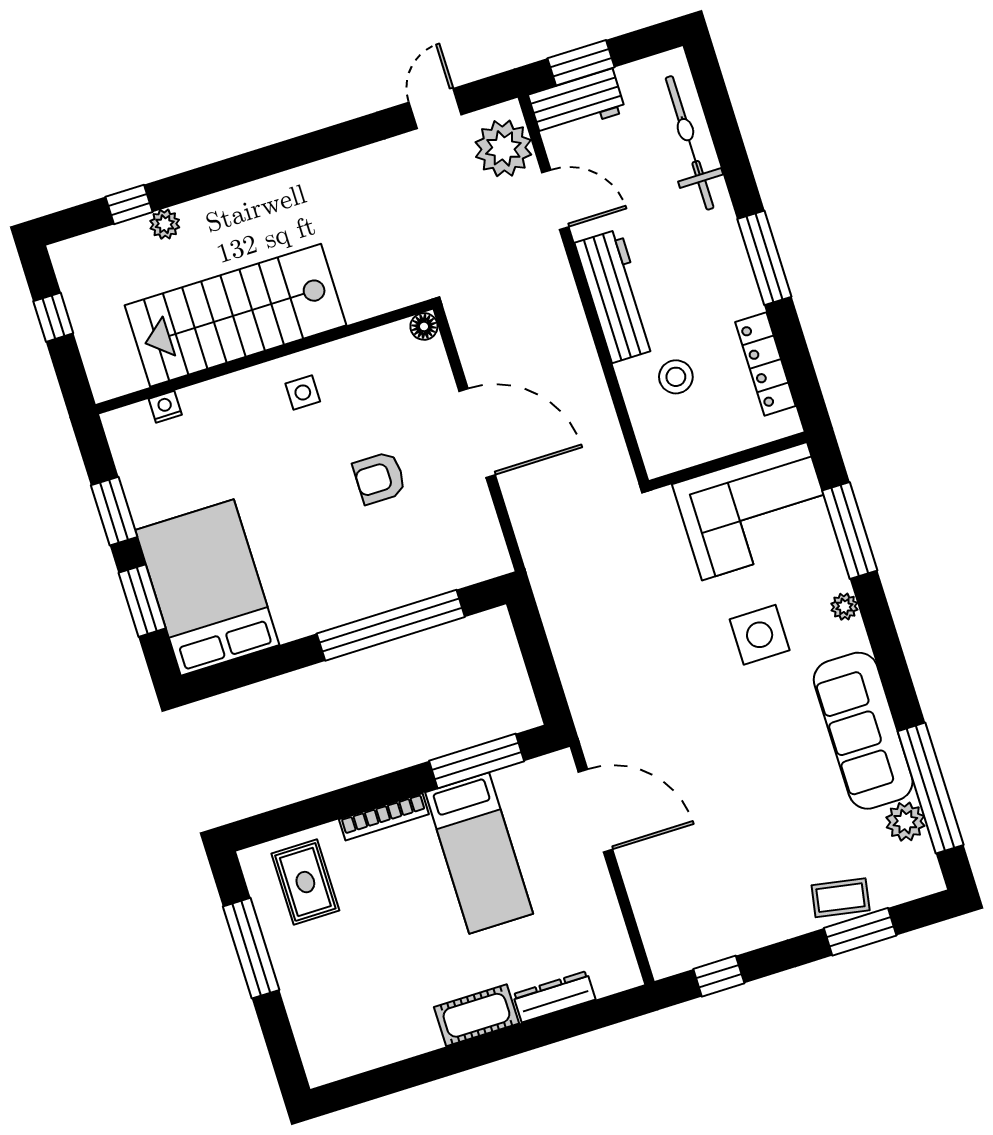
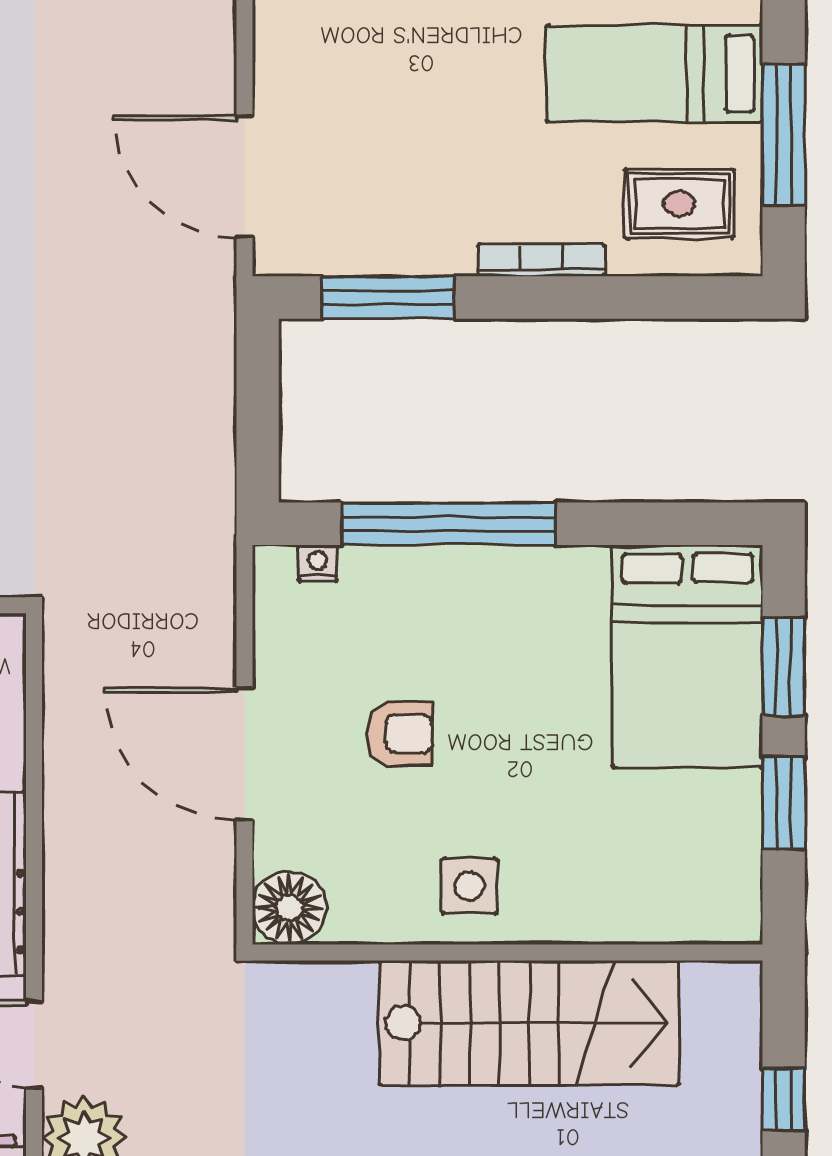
floor lamp: (424, 326) -> (289, 908), width x1.89, depth x1.89
side table: (303, 392) -> (469, 886), width x1.37, depth x1.37
nightstand: (165, 407) -> (318, 563), moved, turned 180
bed: (479, 853) -> (654, 74), moved, turned -90
rug: (305, 882) -> (679, 204), turned 90

